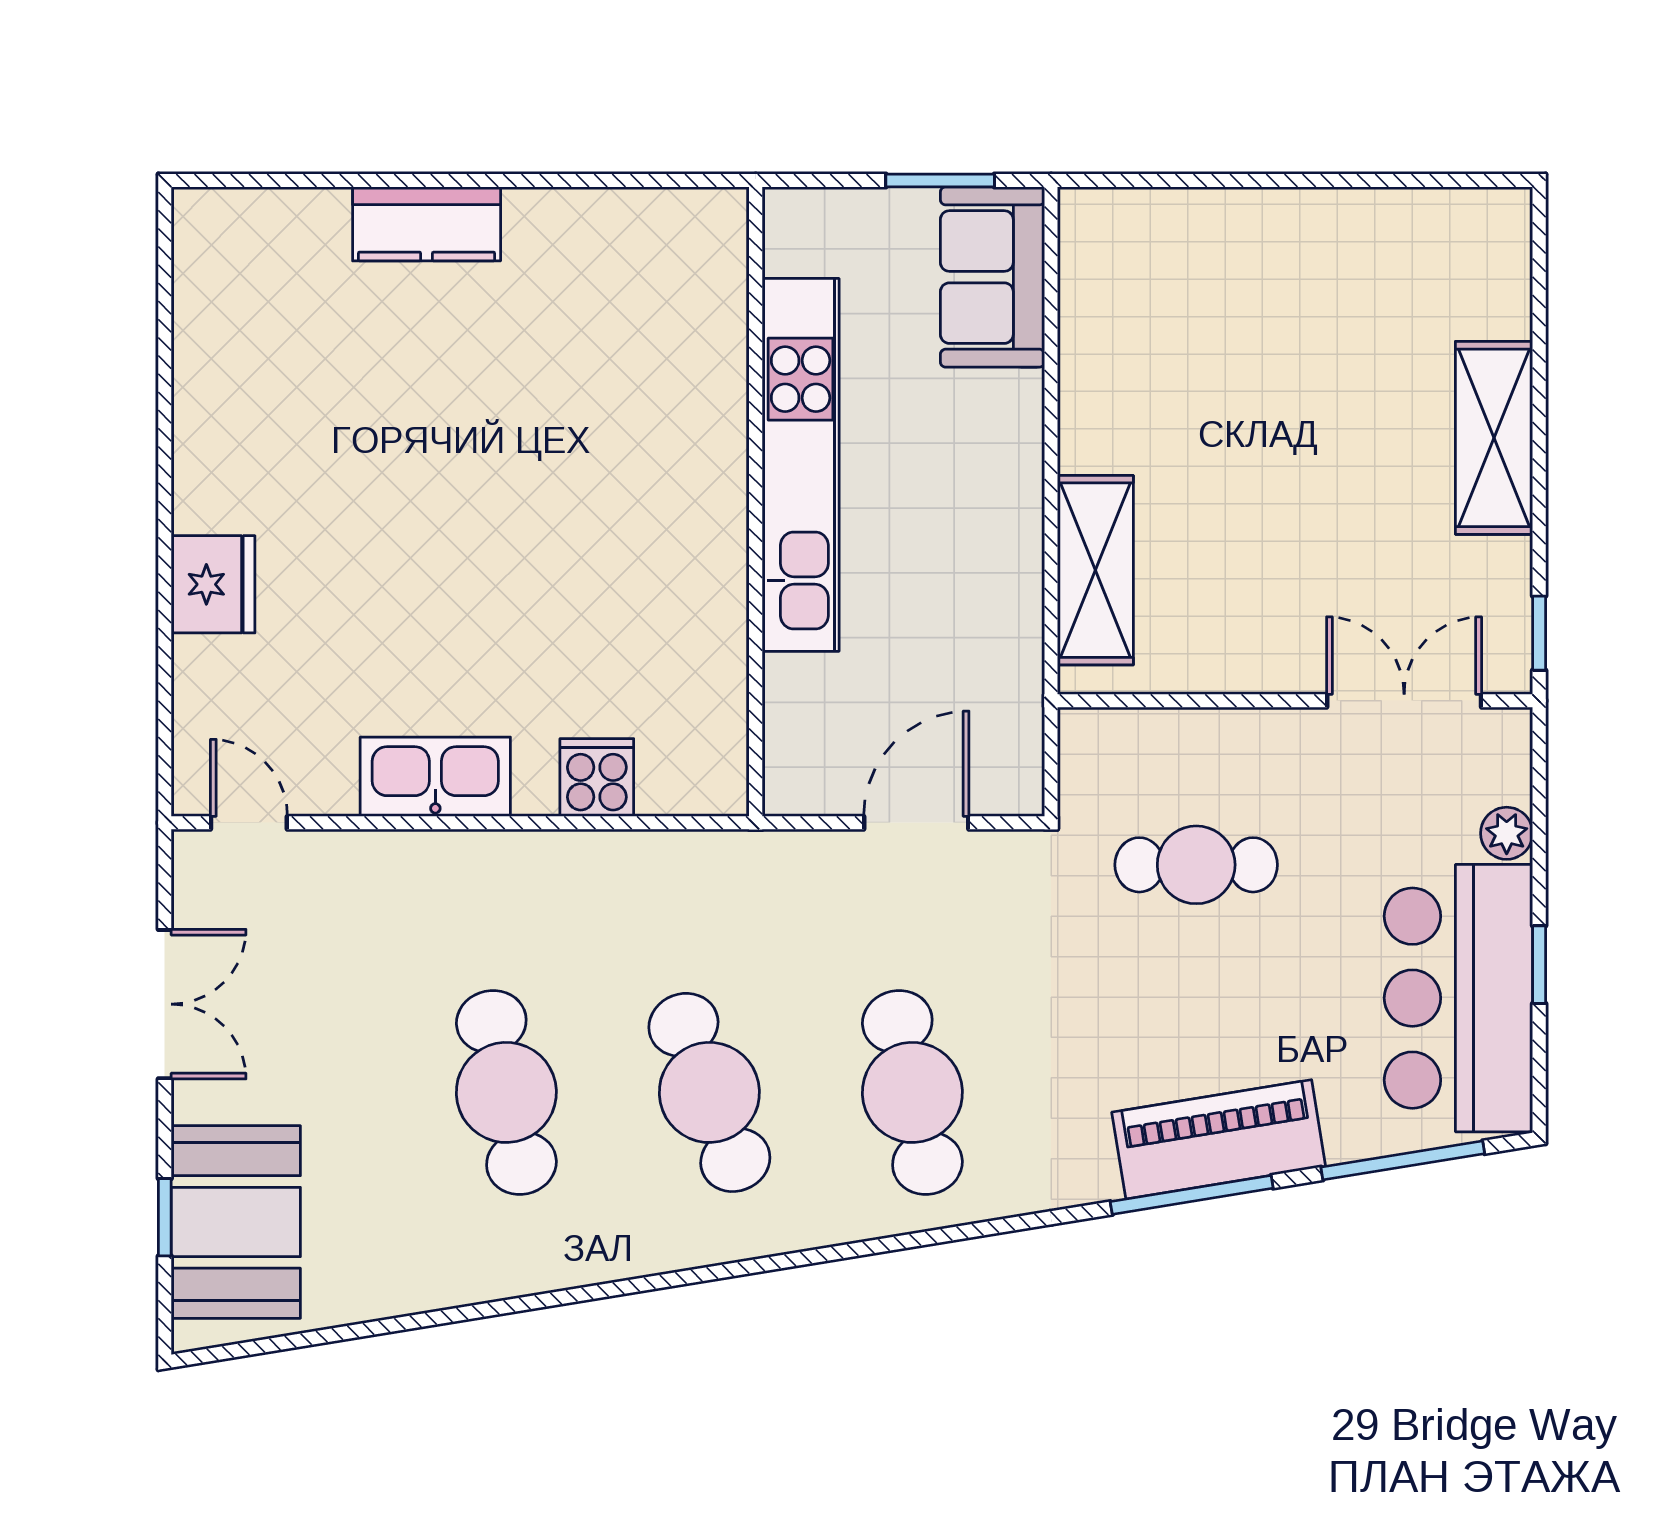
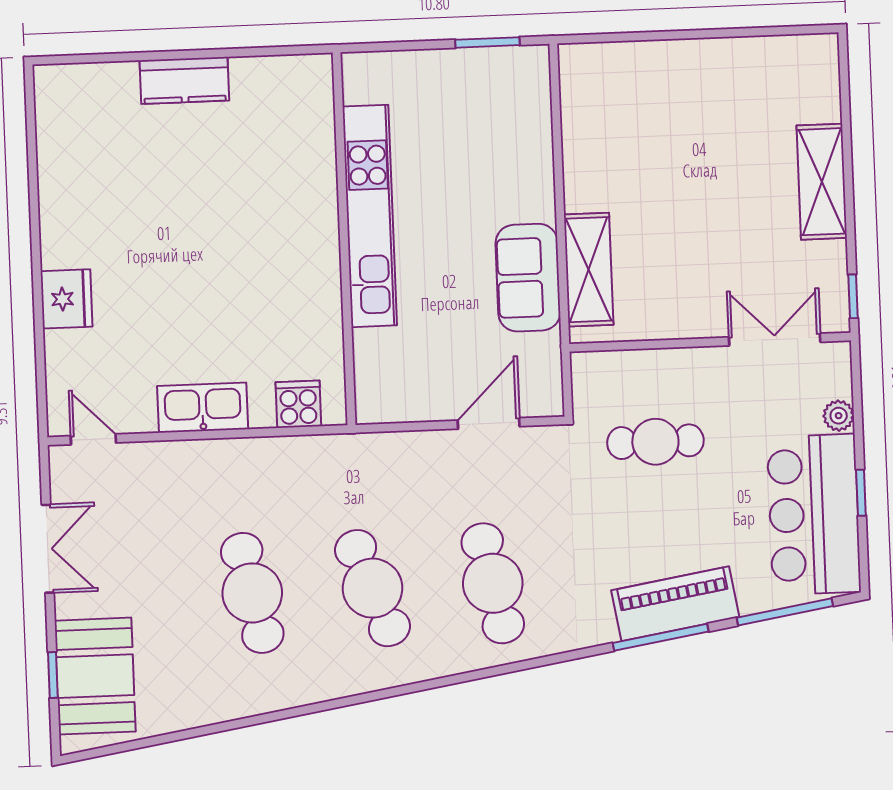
sofa: (992, 277) -> (528, 278), moved
kitchen unit: (801, 465) -> (370, 216), moved
wall: (756, 502) -> (344, 239), moved

